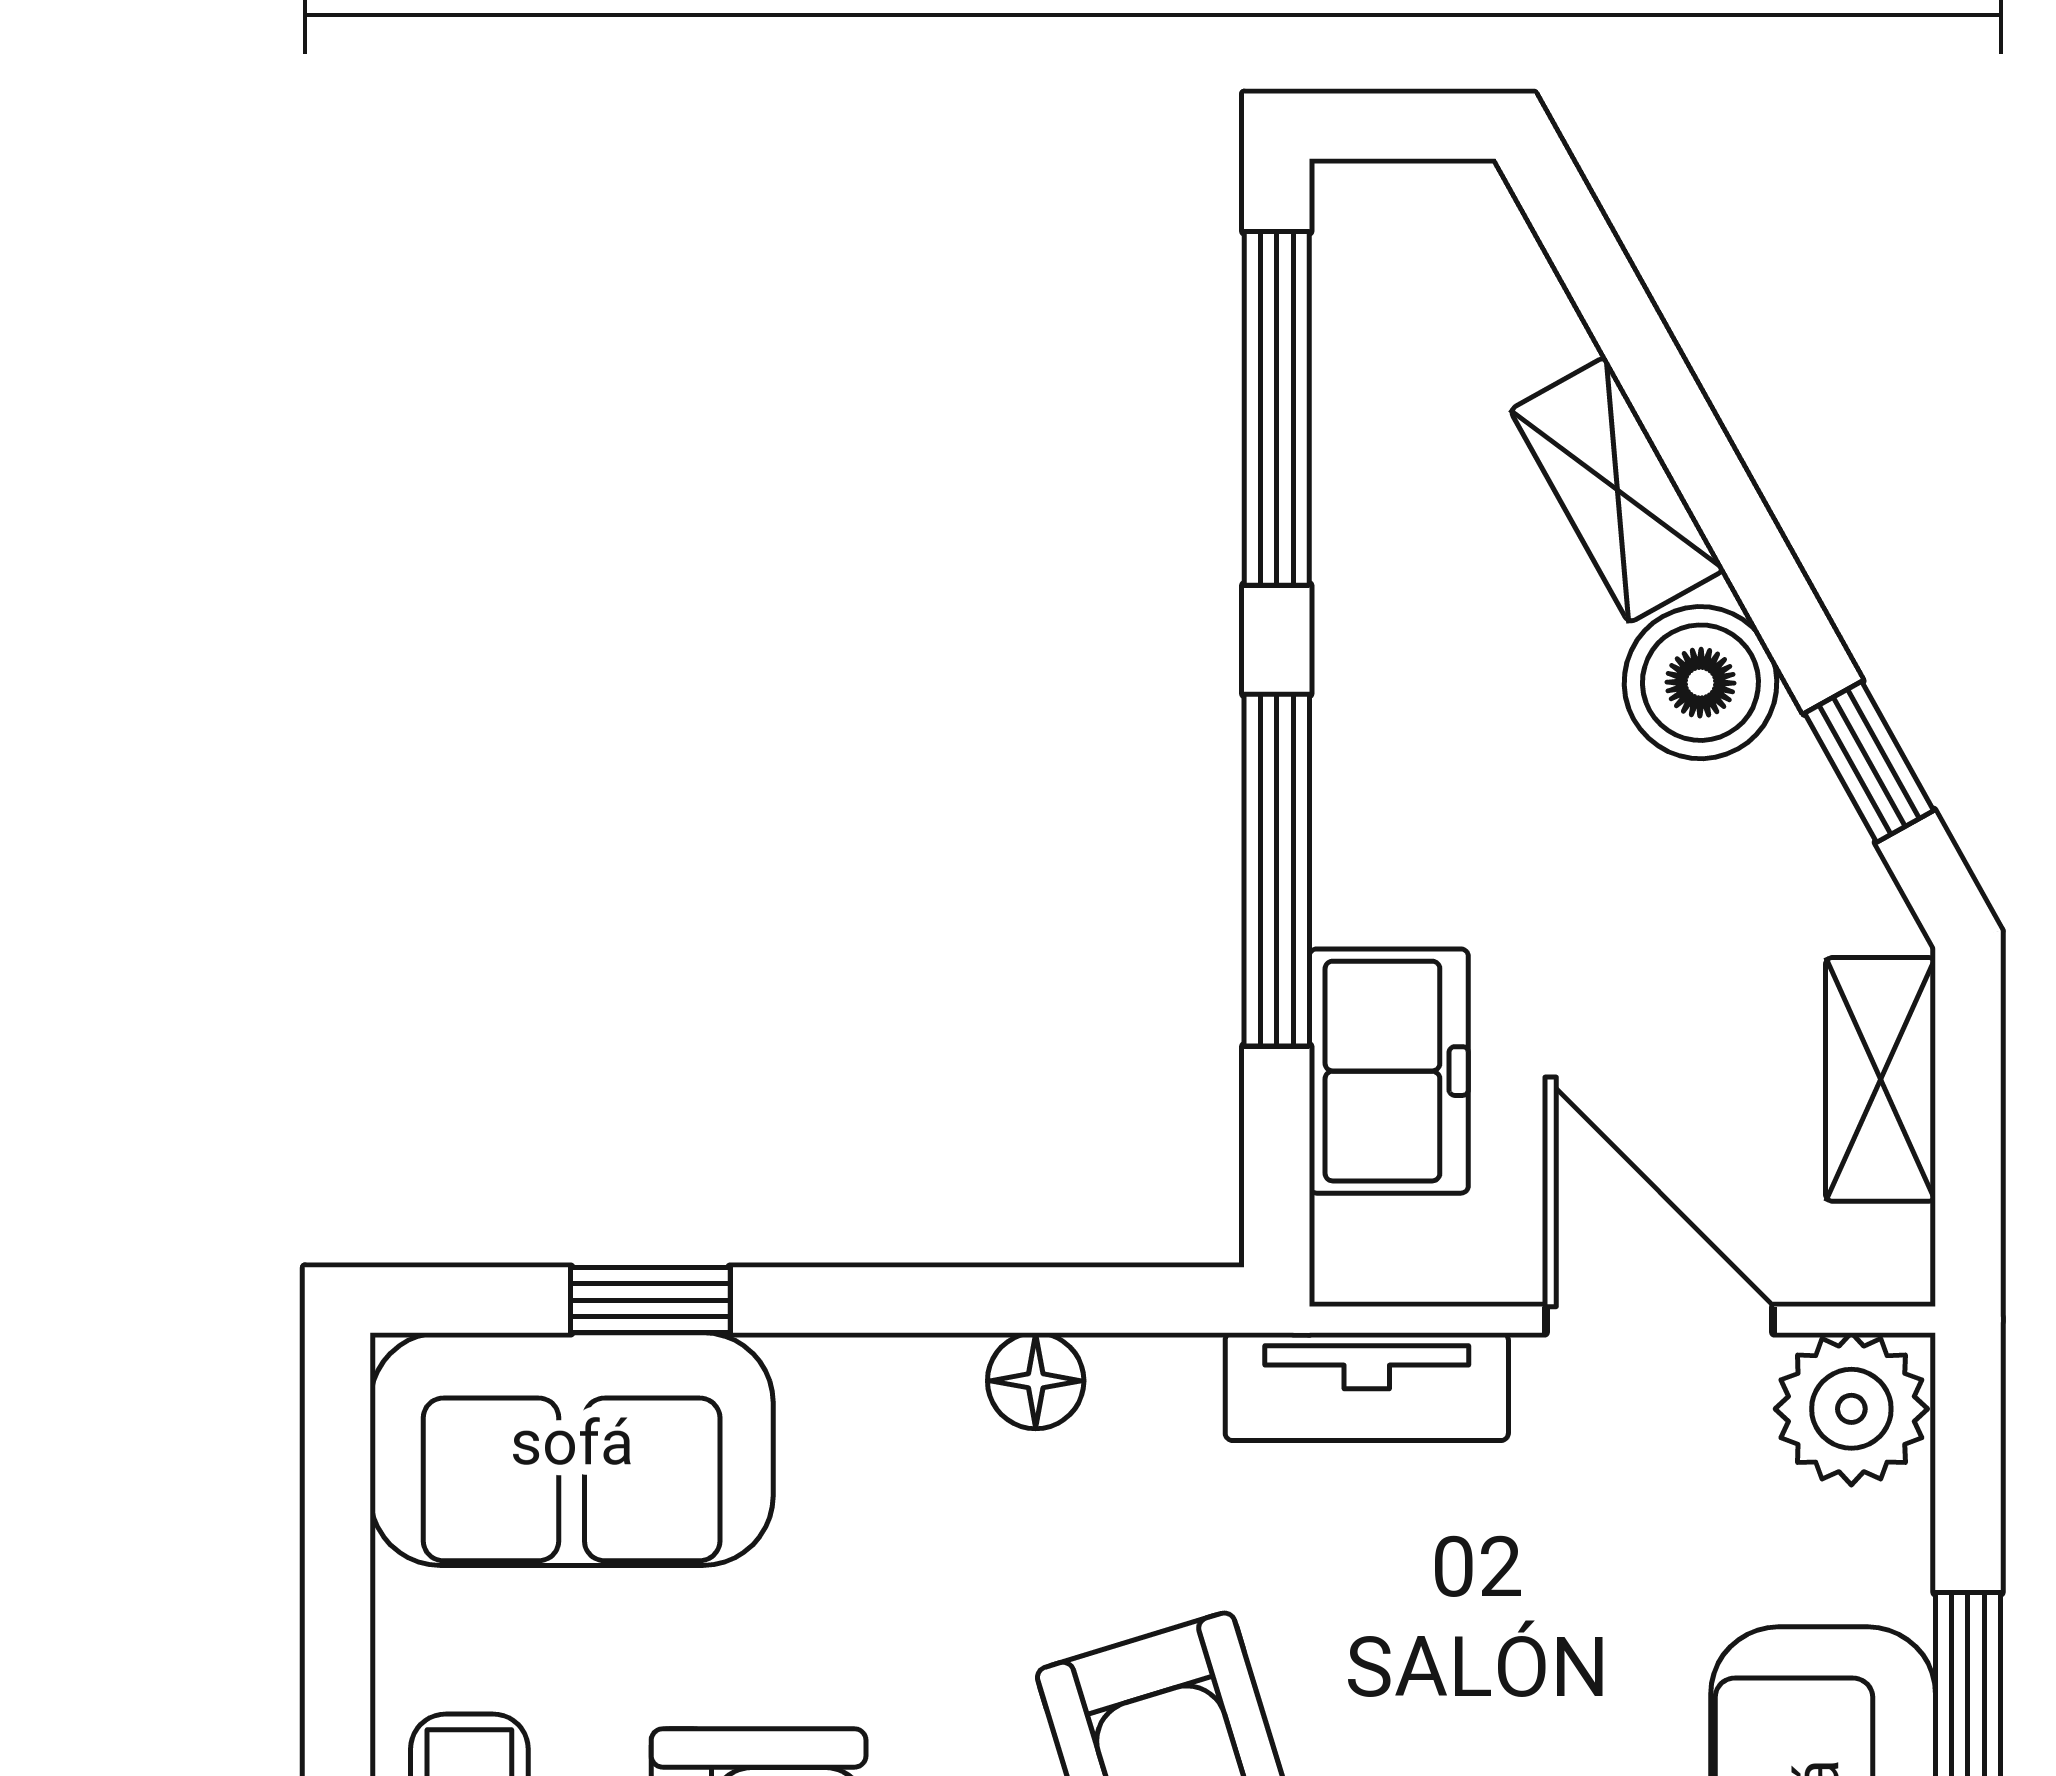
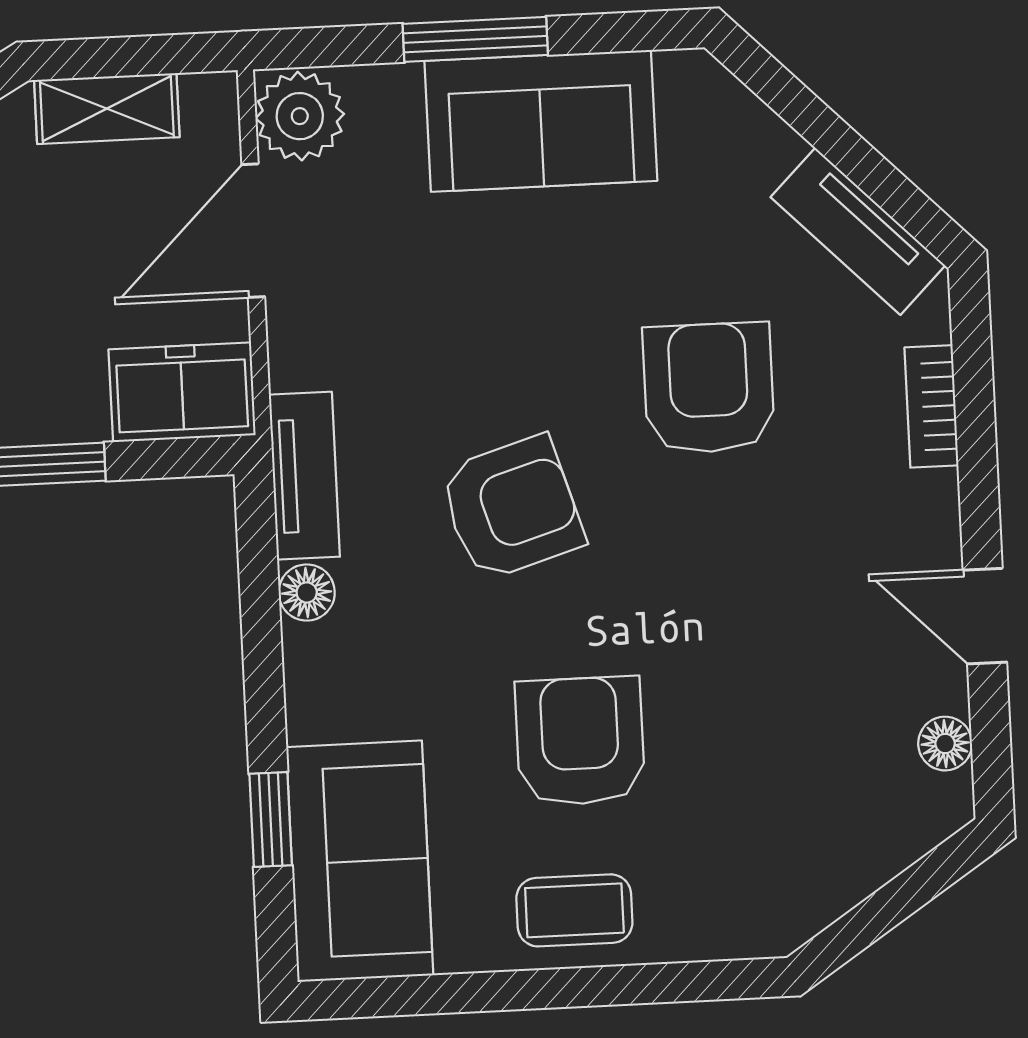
freezer: (1389, 1071) -> (182, 392), moved
tv unit: (1367, 1387) -> (304, 476), moved

